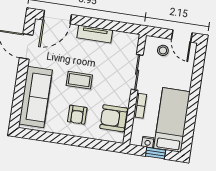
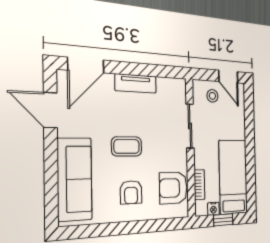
bookcase: (140, 106) -> (199, 185), moved

